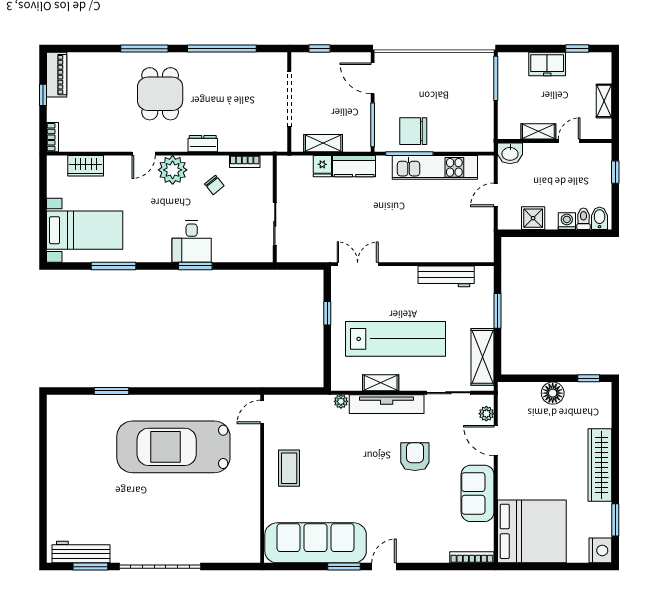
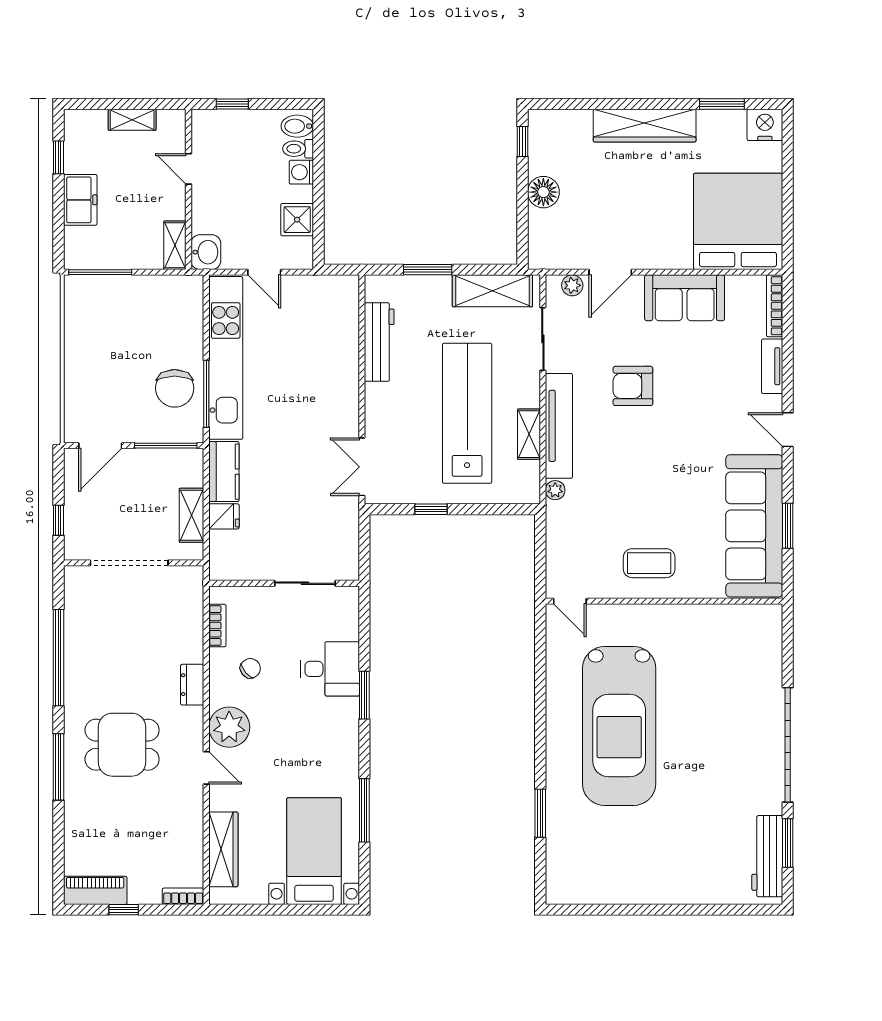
shelving: (538, 131) -> (175, 245), moved
wardrobe: (86, 166) -> (223, 849), width x1.50
kitchen unit: (435, 167) -> (226, 358), width x1.36
desk: (192, 241) -> (330, 669), moved
tv unit: (429, 556) -> (772, 366), added
window: (344, 567) -> (788, 526), moved

